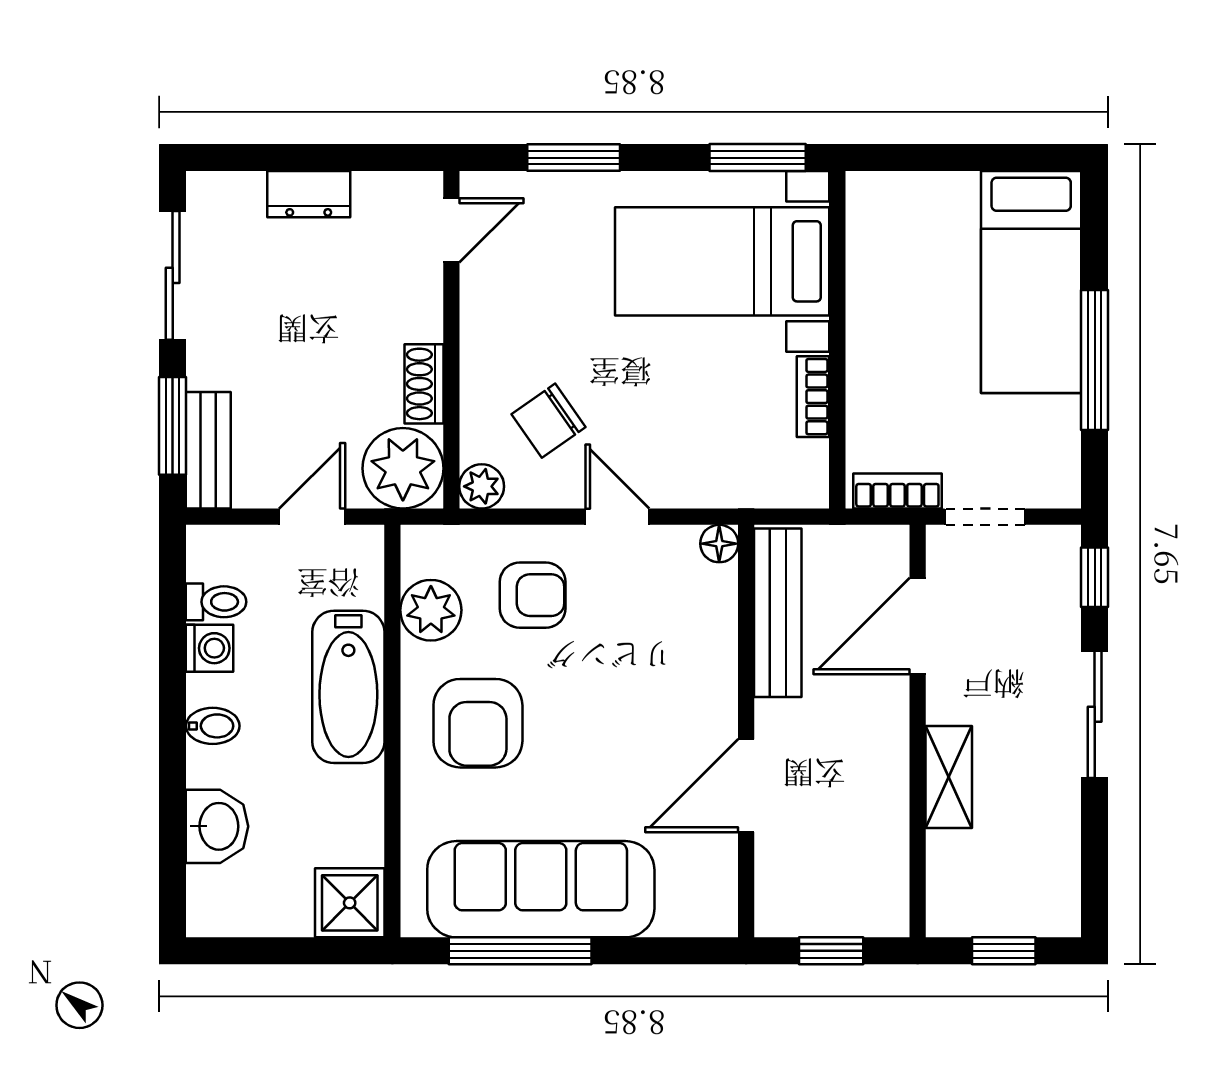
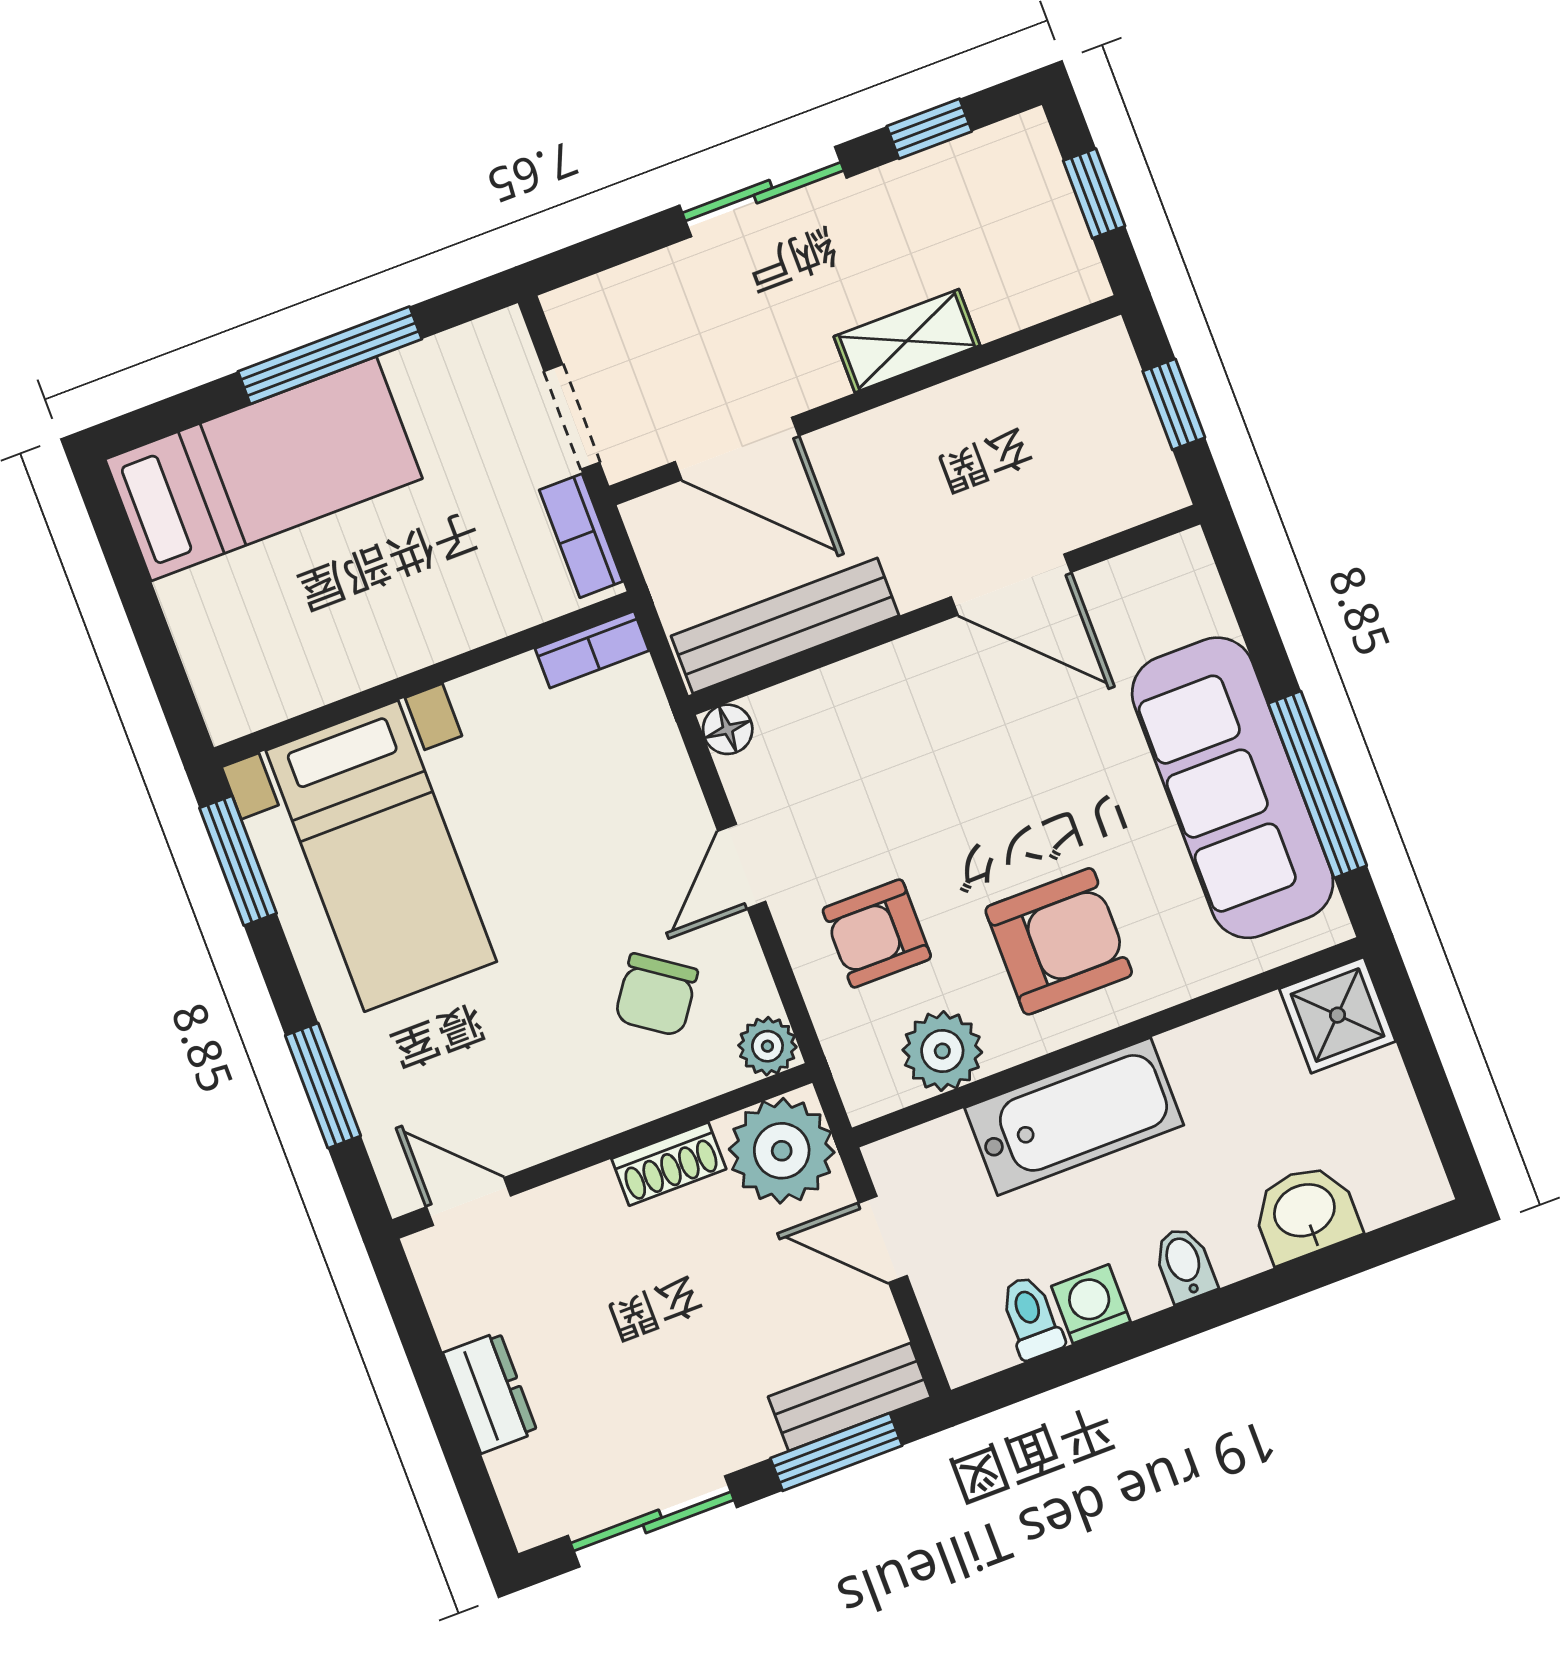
bookcase: (813, 397) -> (592, 650), moved
chair: (548, 421) -> (656, 995), turned 70
window: (1095, 577) -> (929, 129), moved
armchair: (533, 595) -> (877, 933), turned -90

